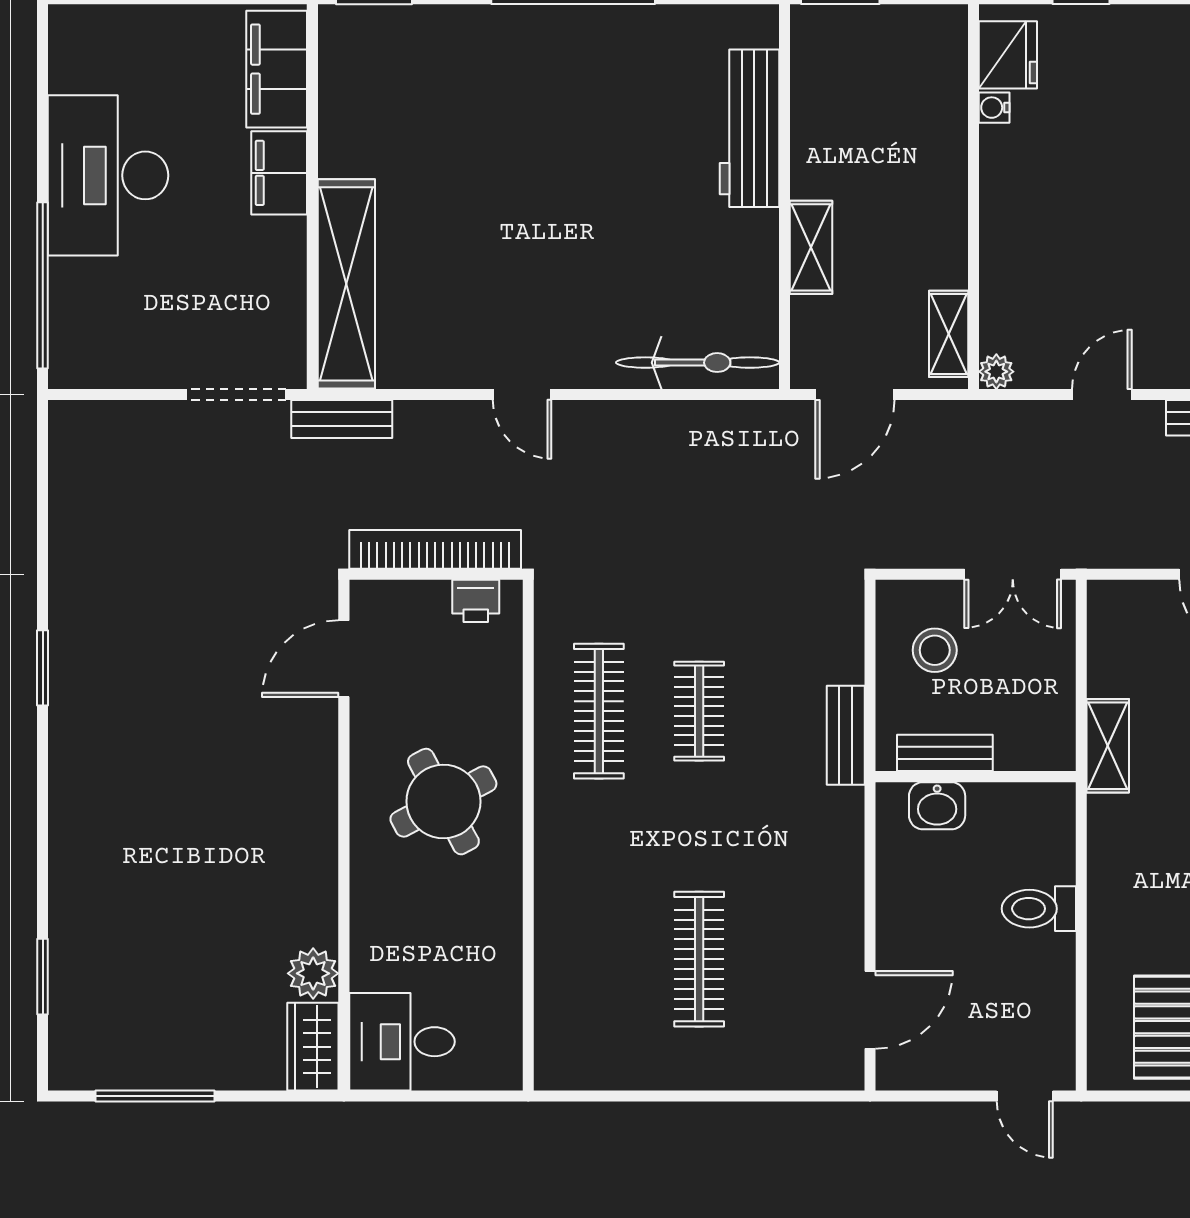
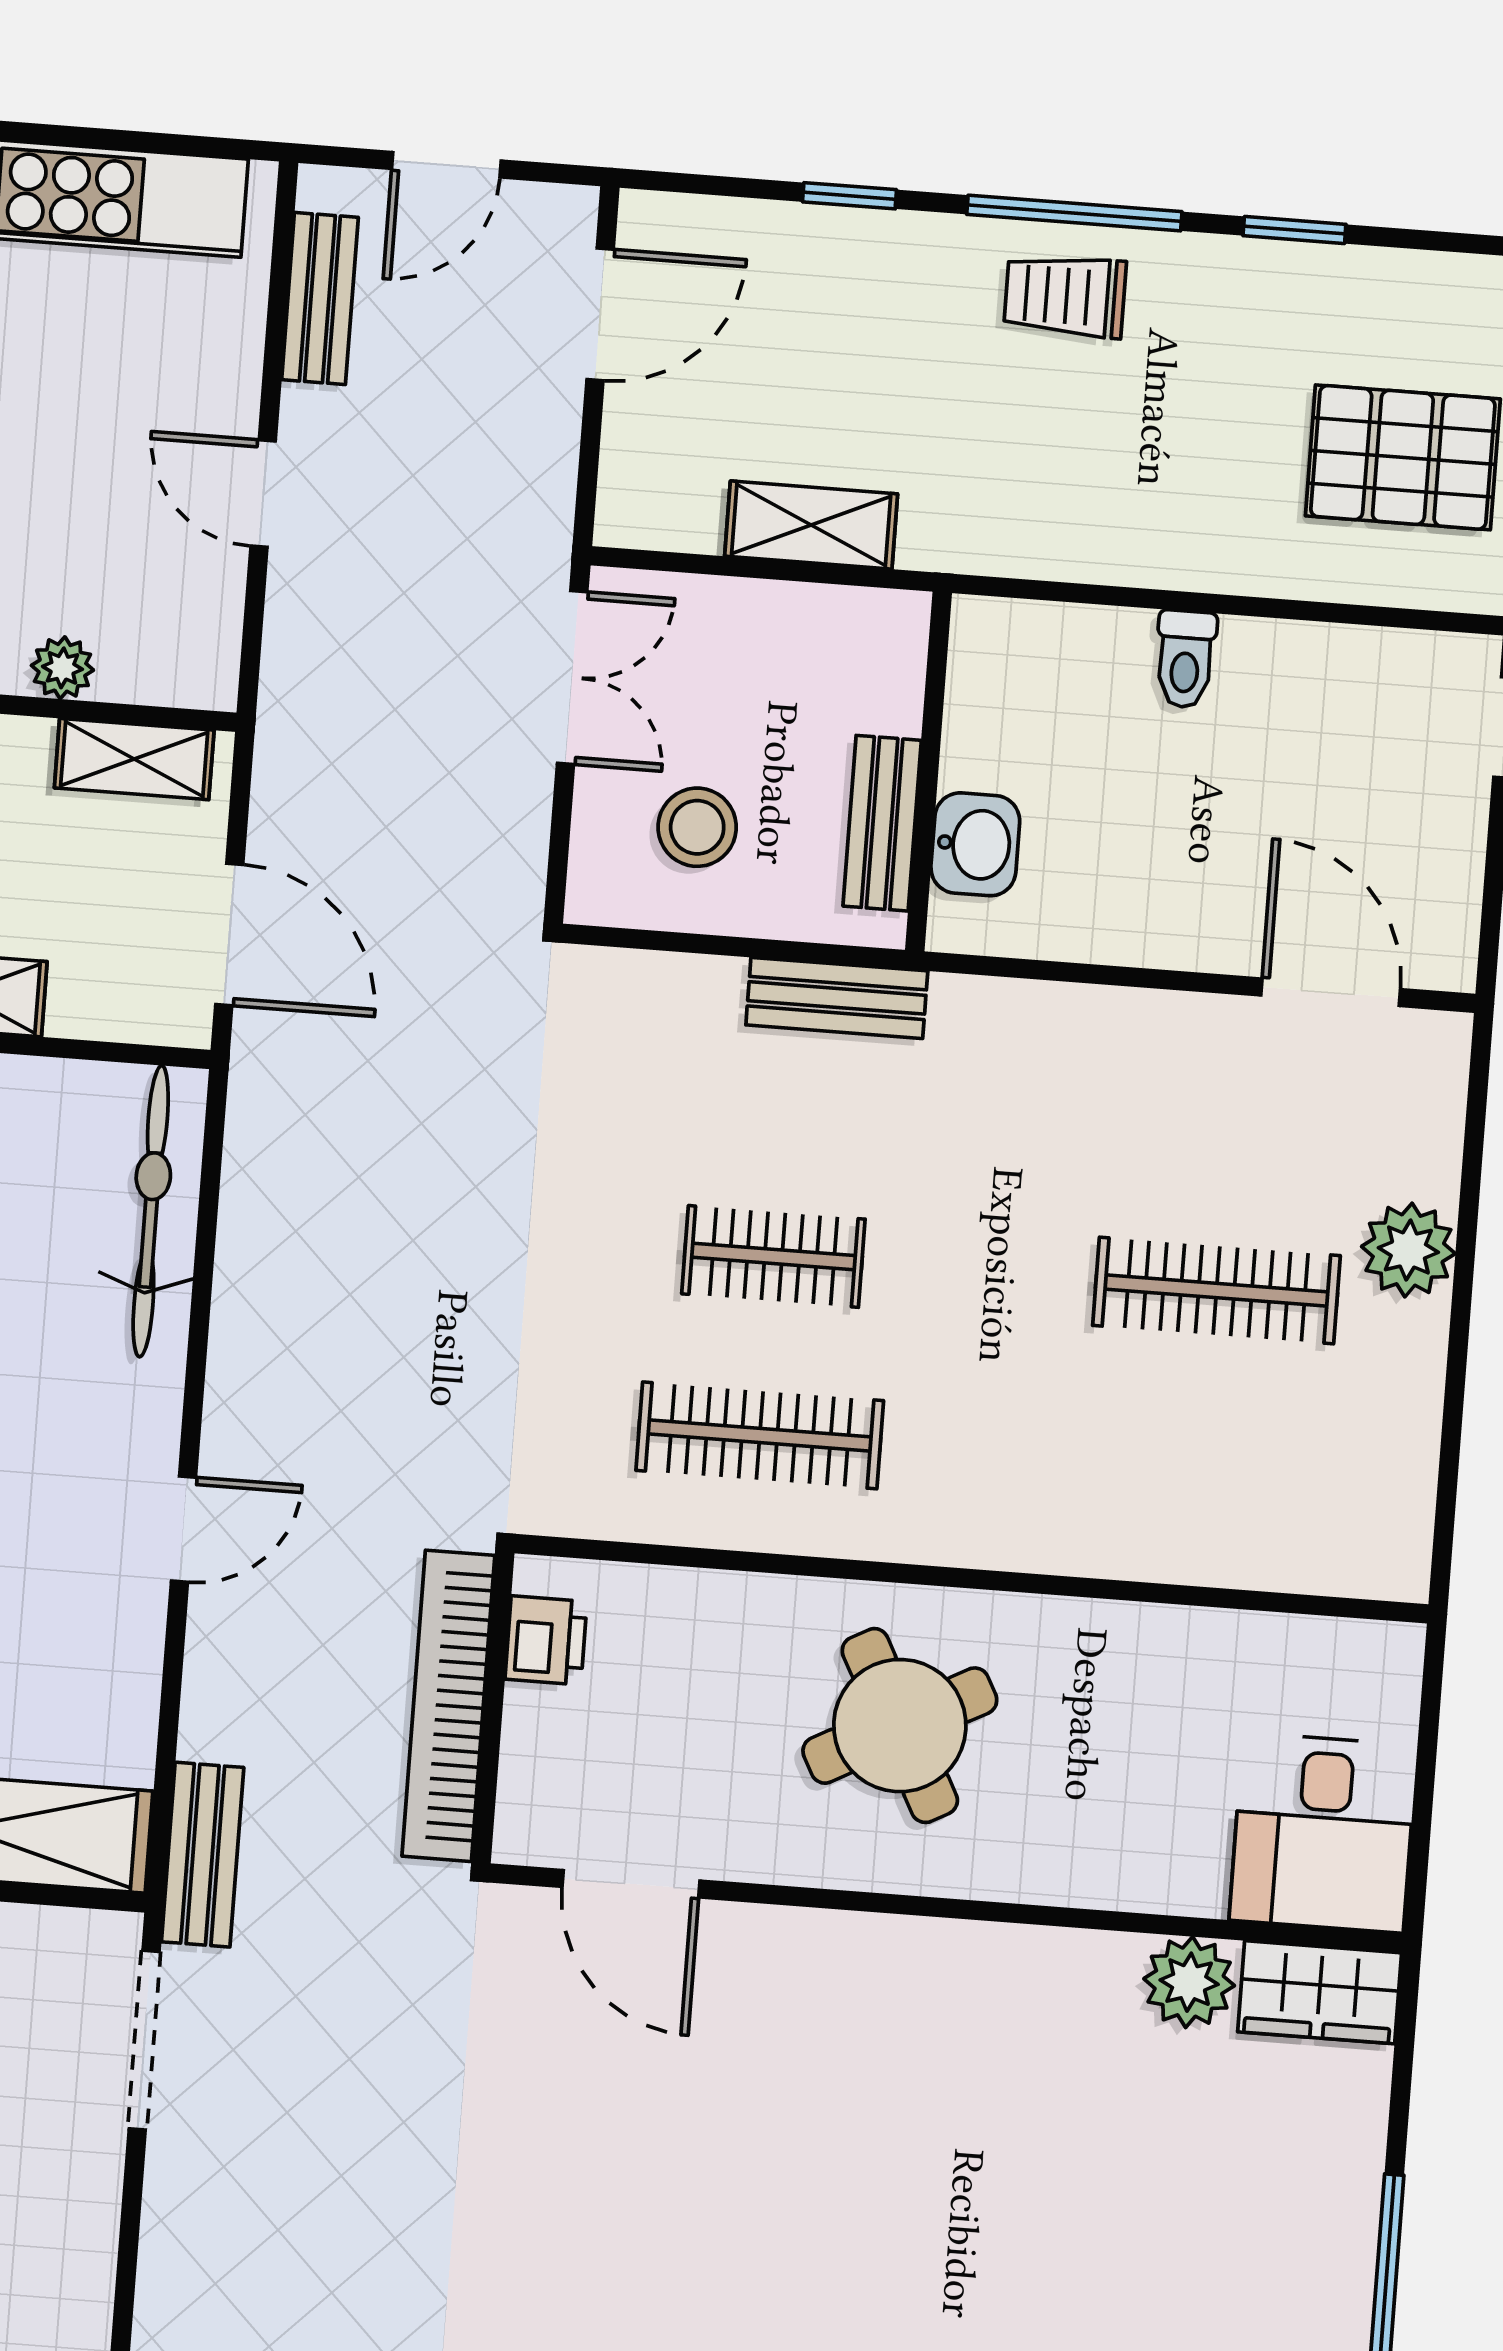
plant: (996, 372) -> (62, 668), moved
shelving: (1108, 746) -> (811, 525), moved
toilet: (1039, 909) -> (1185, 659), width x0.73, depth x0.72
plant: (730, 1064) -> (1408, 1250), added

